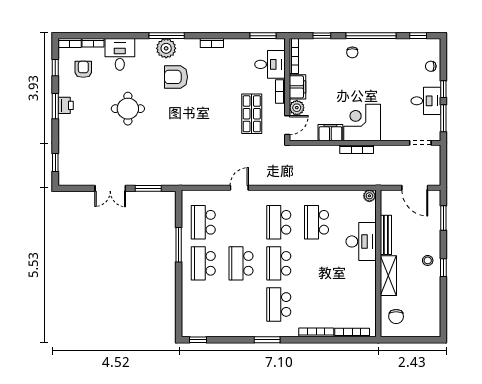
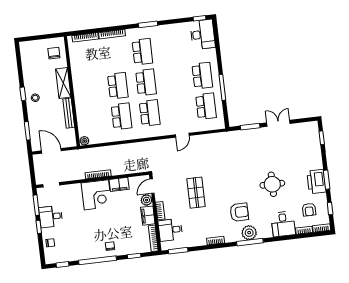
printer: (66, 105) -> (316, 182), width x1.87, depth x1.48
shop shelf: (252, 114) -> (196, 193), moved
desk: (361, 241) -> (203, 34), moved, turned 180
school desk: (241, 263) -> (118, 86), moved

